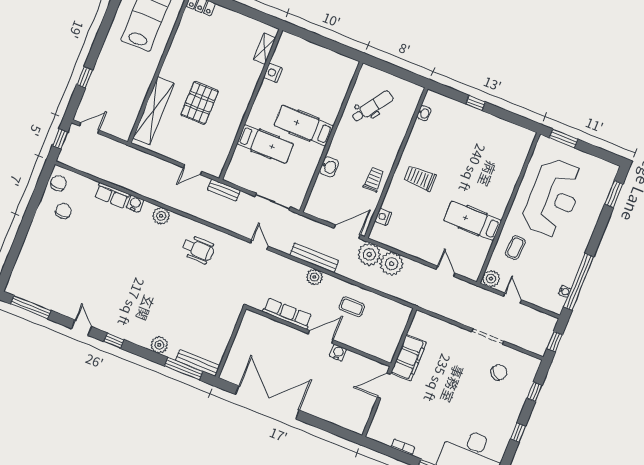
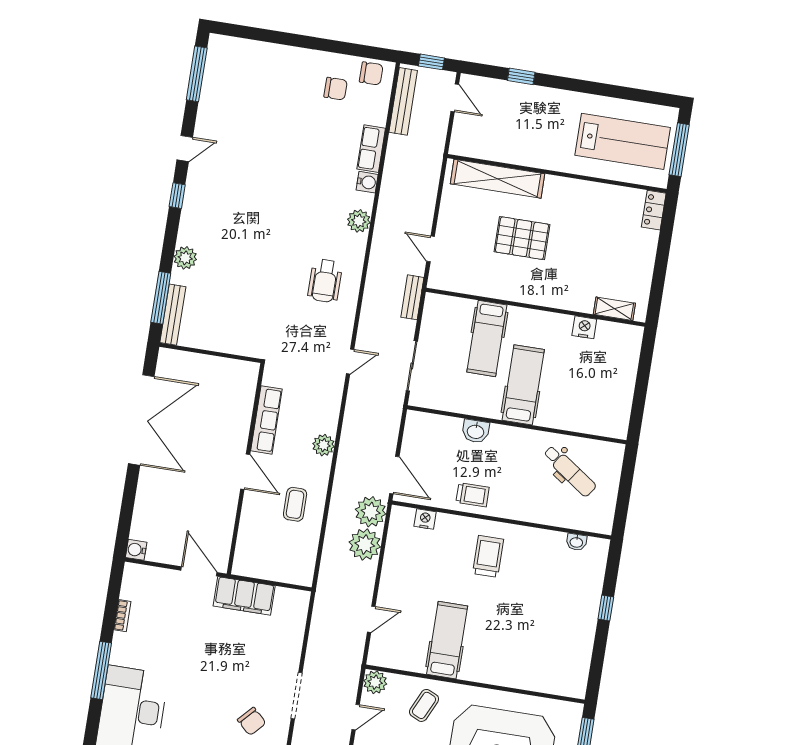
coffee table: (515, 248) -> (424, 705), turned -68
bench: (314, 258) -> (403, 101), moved
water cooler: (338, 353) -> (136, 550), moved, turned 180

